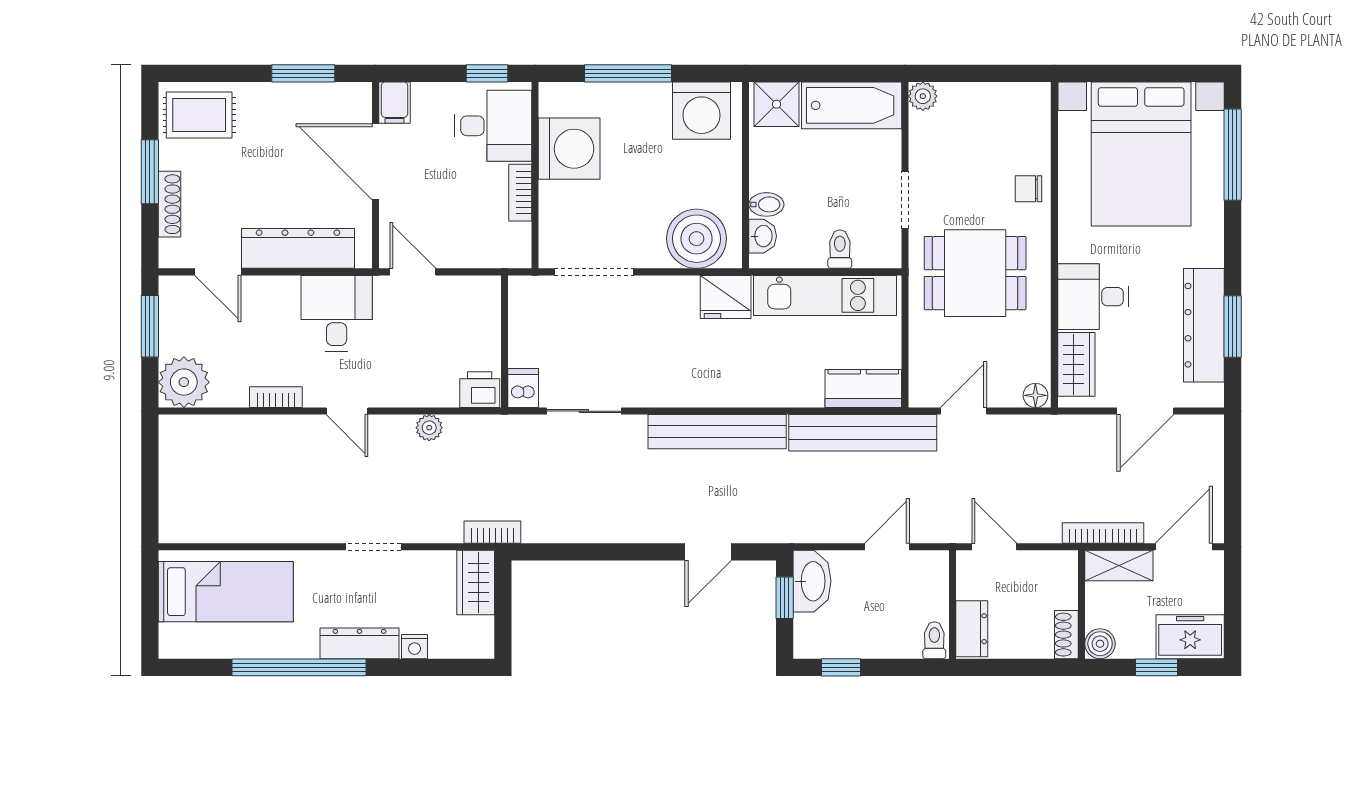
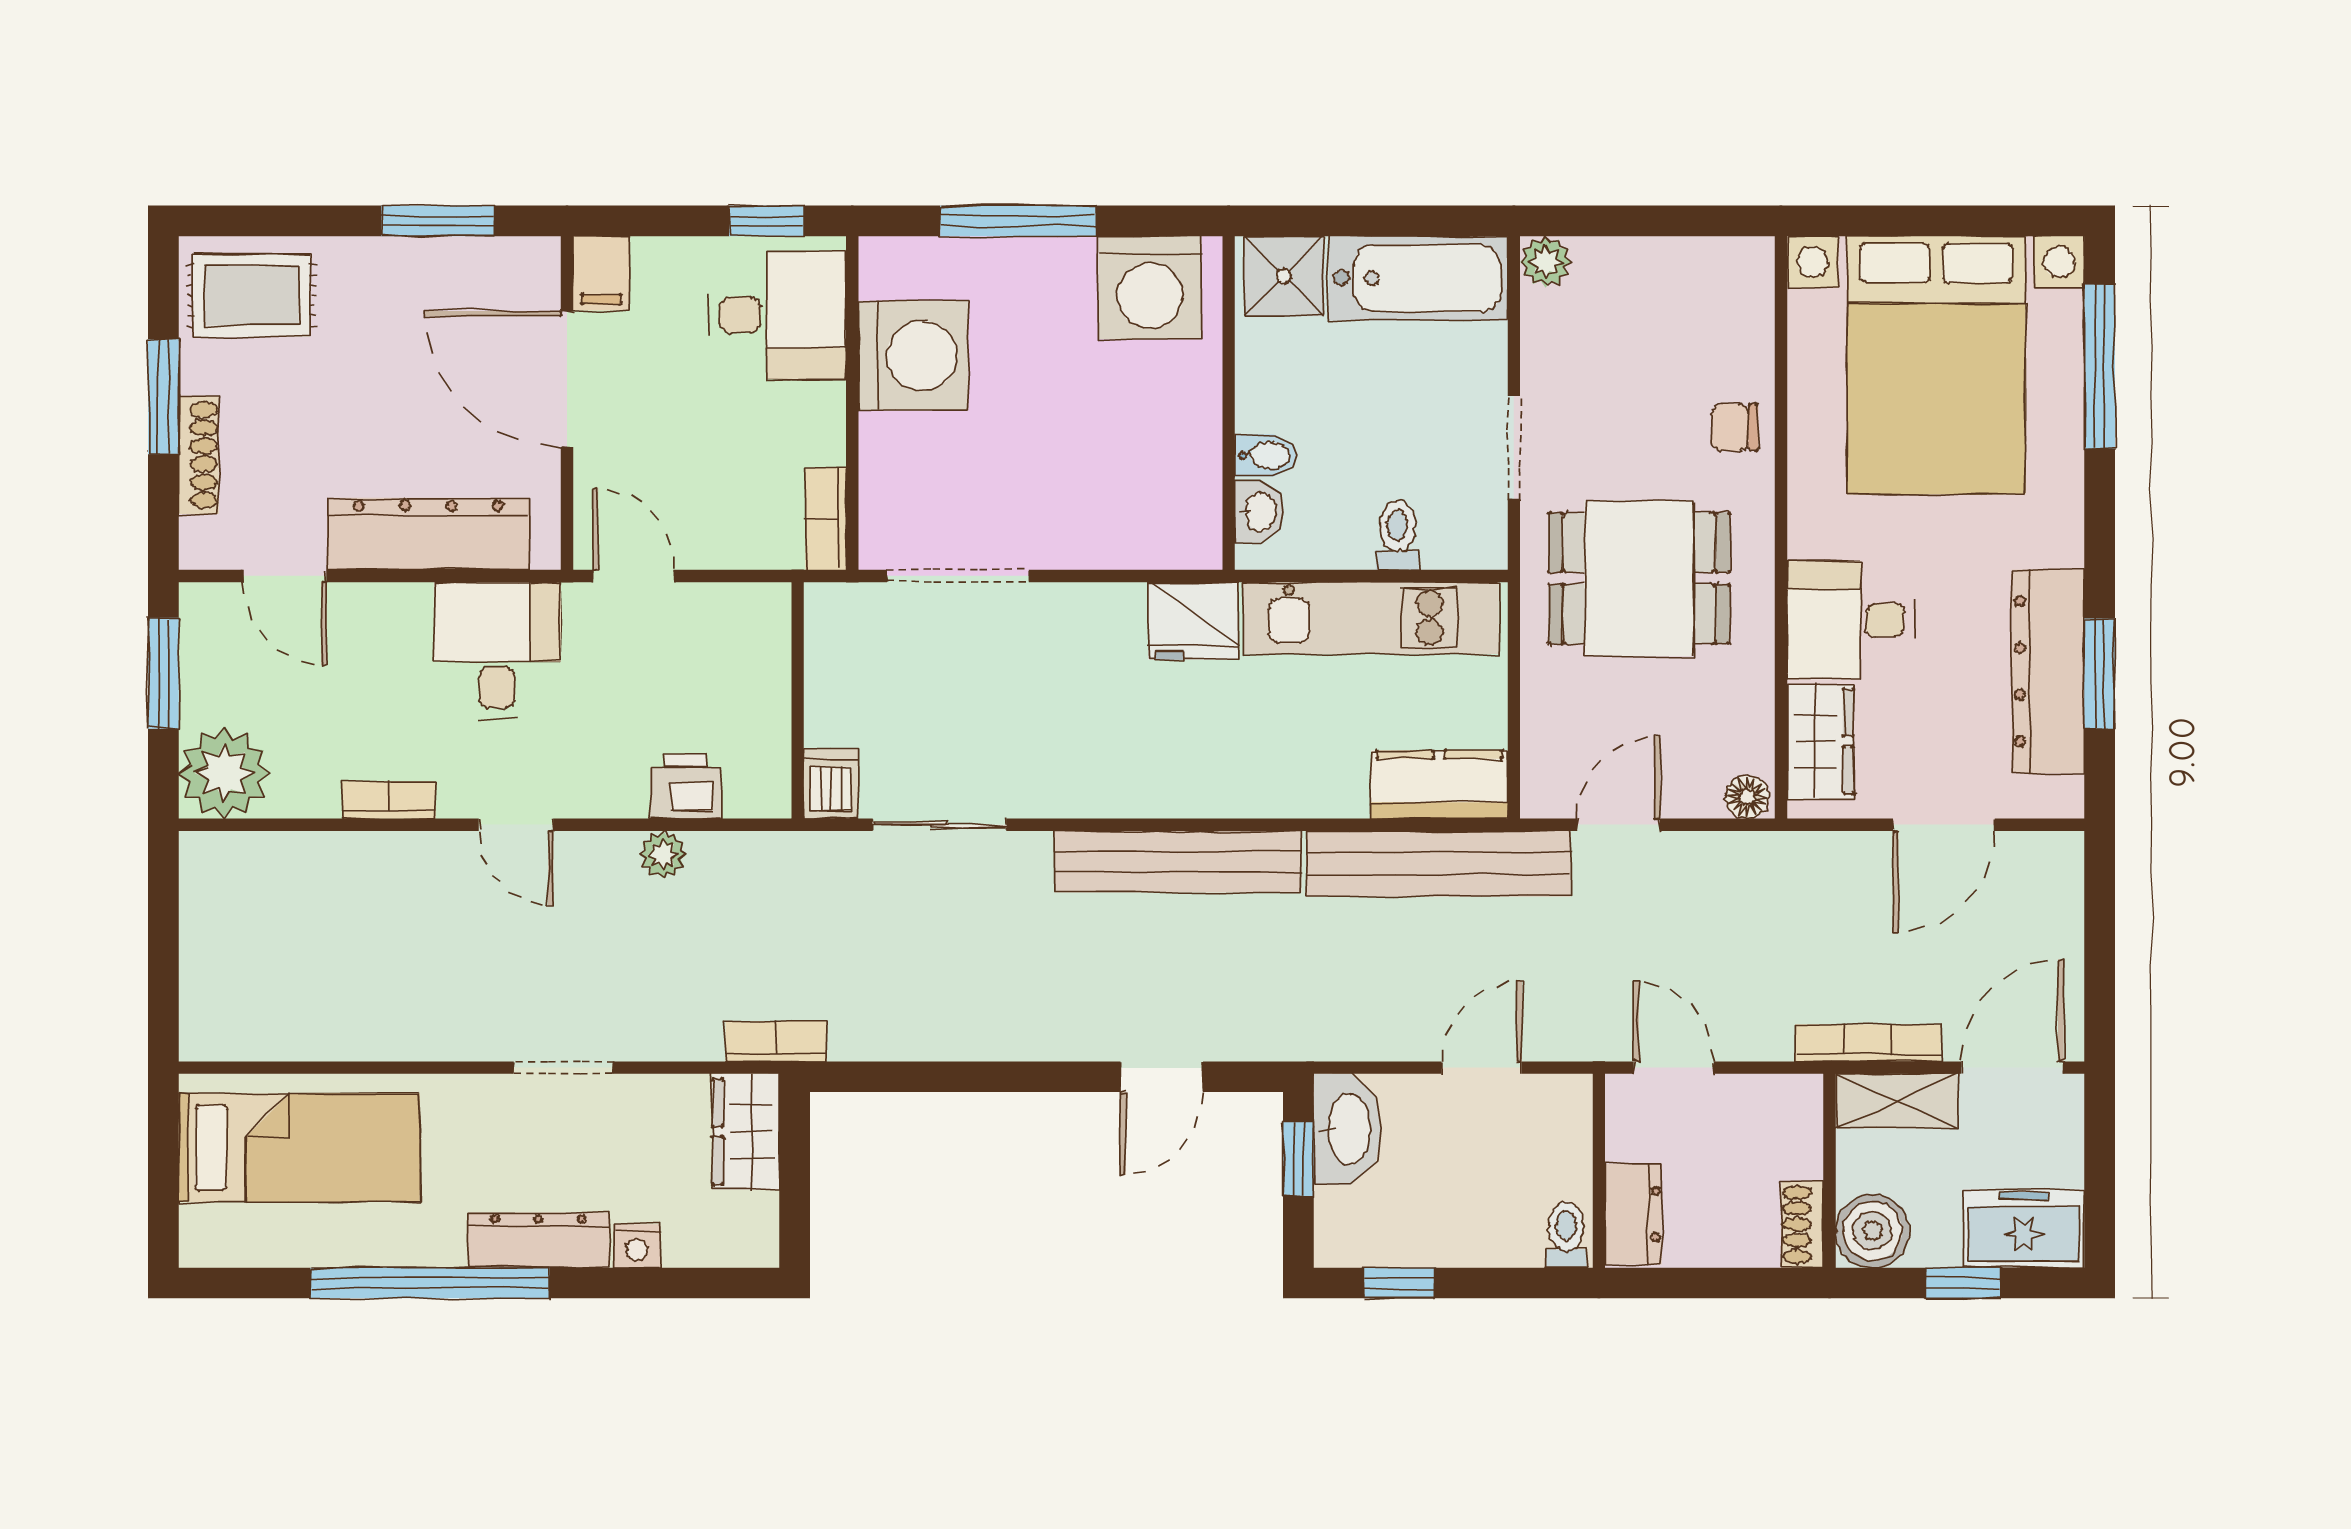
bookcase: (520, 193) -> (826, 519), moved
boiler: (697, 239) -> (1141, 517), removed
printer: (480, 390) -> (686, 786), moved
boiler: (1100, 644) -> (1872, 1231), width x1.36, depth x1.36

